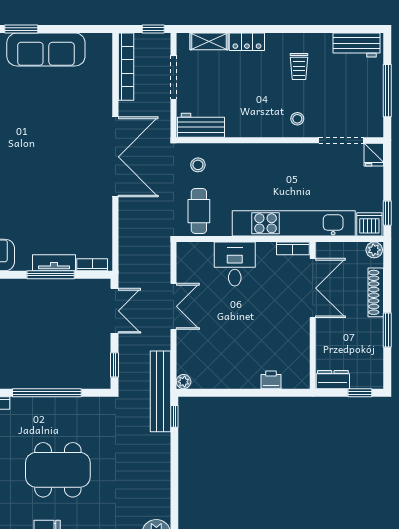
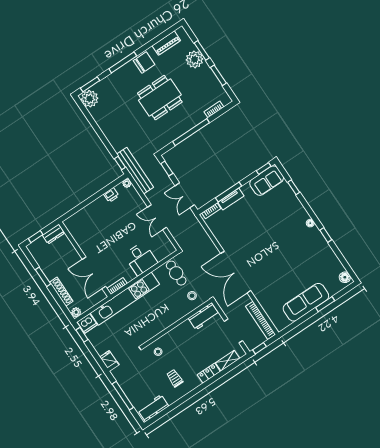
printer: (271, 380) -> (111, 195), moved

